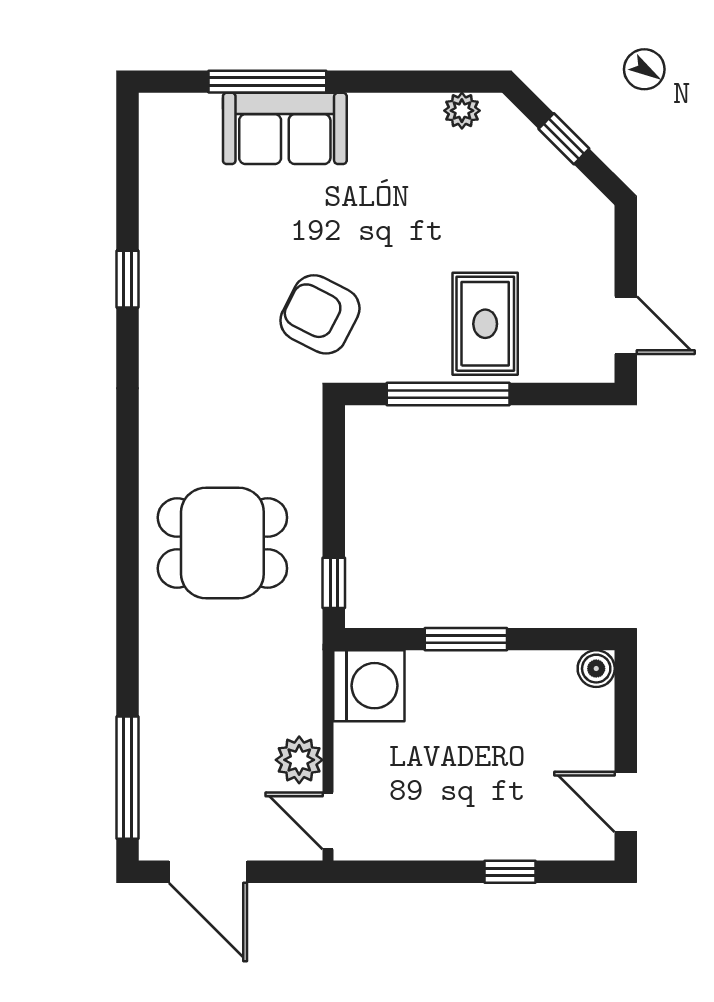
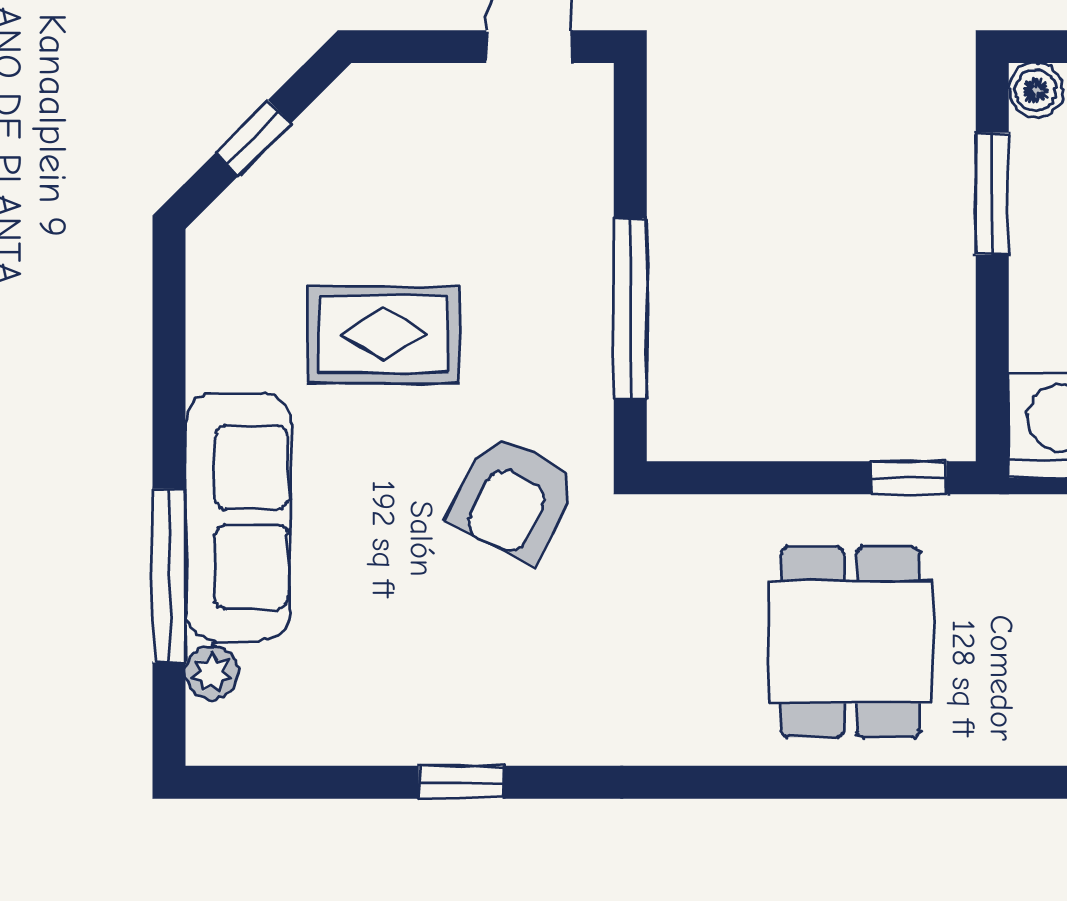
plant: (462, 111) -> (212, 673), moved
sofa: (285, 128) -> (238, 517), width x1.36
rug: (485, 324) -> (383, 334), moved
window: (466, 639) -> (992, 194), moved

